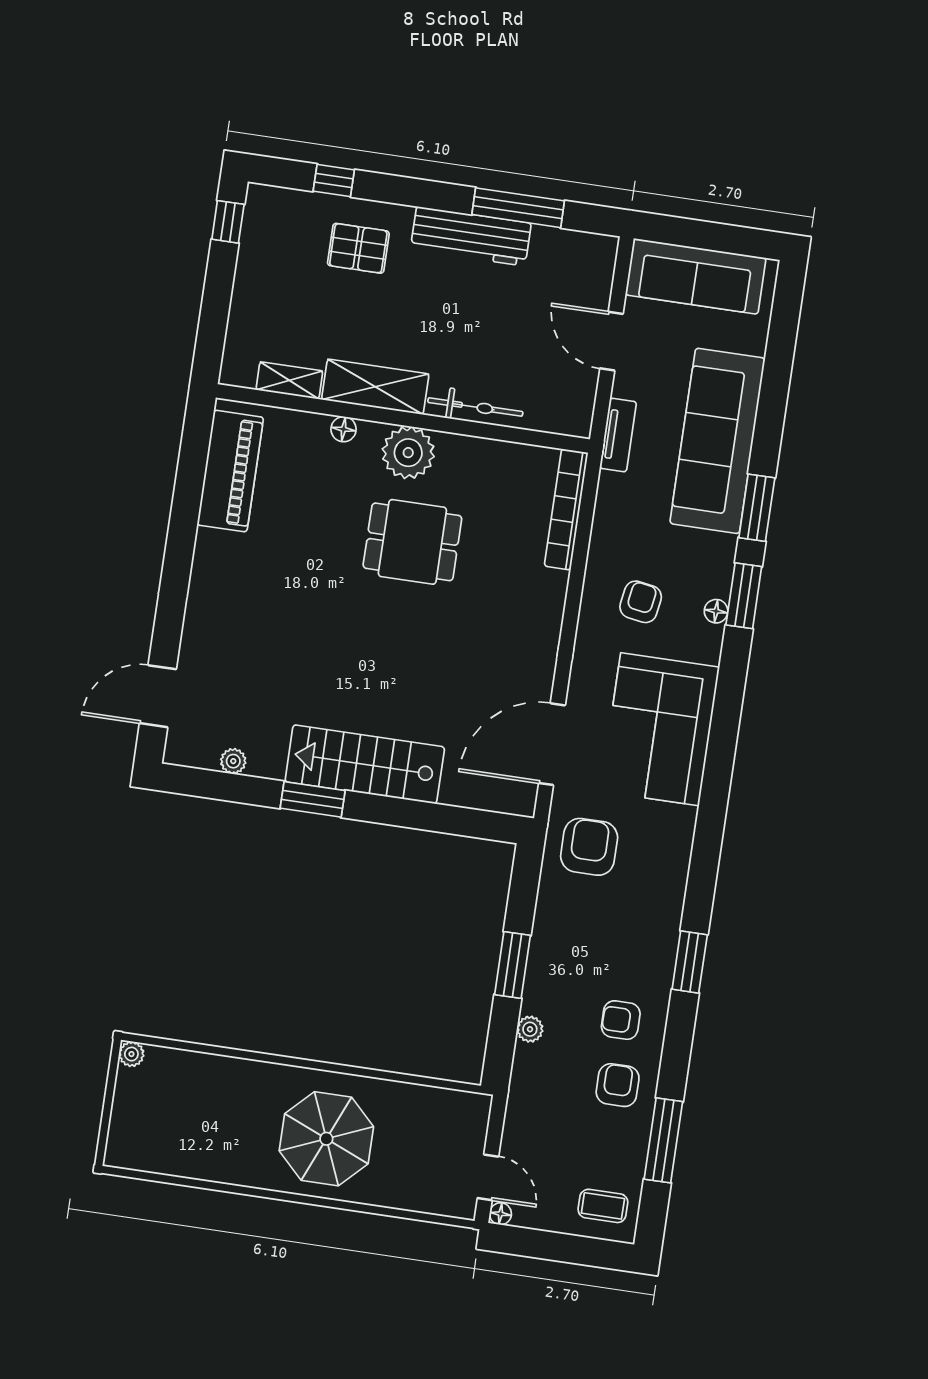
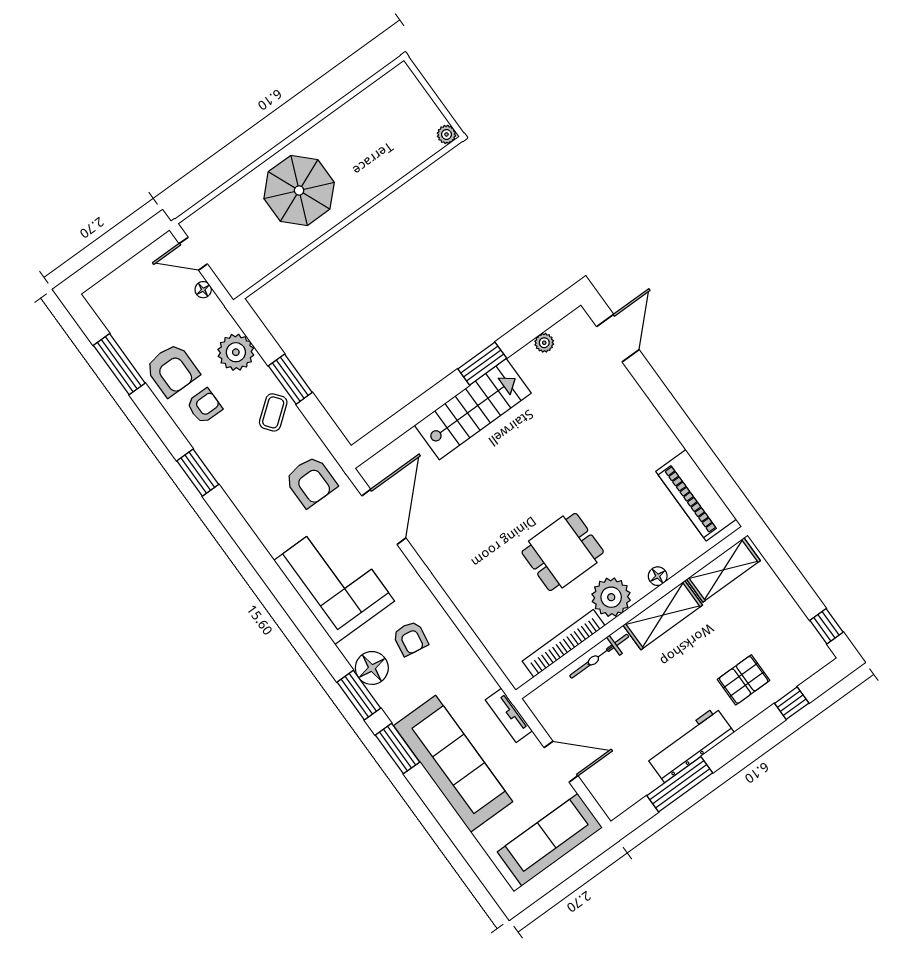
shelving: (289, 380) -> (723, 570), width x1.50, depth x1.33
bookcase: (566, 509) -> (564, 643), moved, turned -90
floor lamp: (716, 611) -> (372, 668), width x1.89, depth x1.89
plant: (530, 1029) -> (236, 352), width x1.88, depth x1.88
armchair: (618, 1085) -> (172, 370), width x1.38, depth x1.38
coffee table: (603, 1206) -> (273, 412), moved, turned -38
floor lamp: (500, 1214) -> (203, 290), moved

